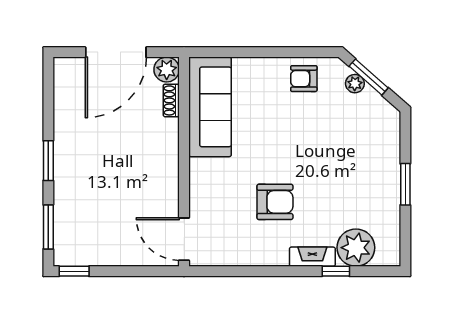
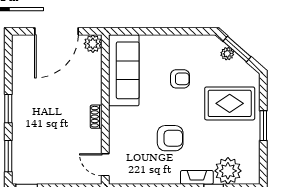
armchair: (304, 79) -> (180, 79), moved, turned 180
shoe rack: (171, 100) -> (96, 117), moved
rug: (358, 153) -> (230, 103), added
door: (184, 239) -> (105, 165), width x0.73

